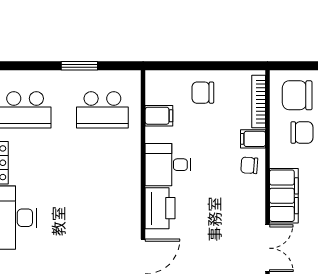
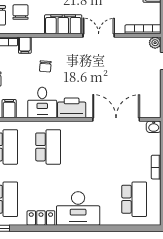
chair: (249, 165) -> (45, 66), moved
school desk: (102, 173) -> (48, 147), added

